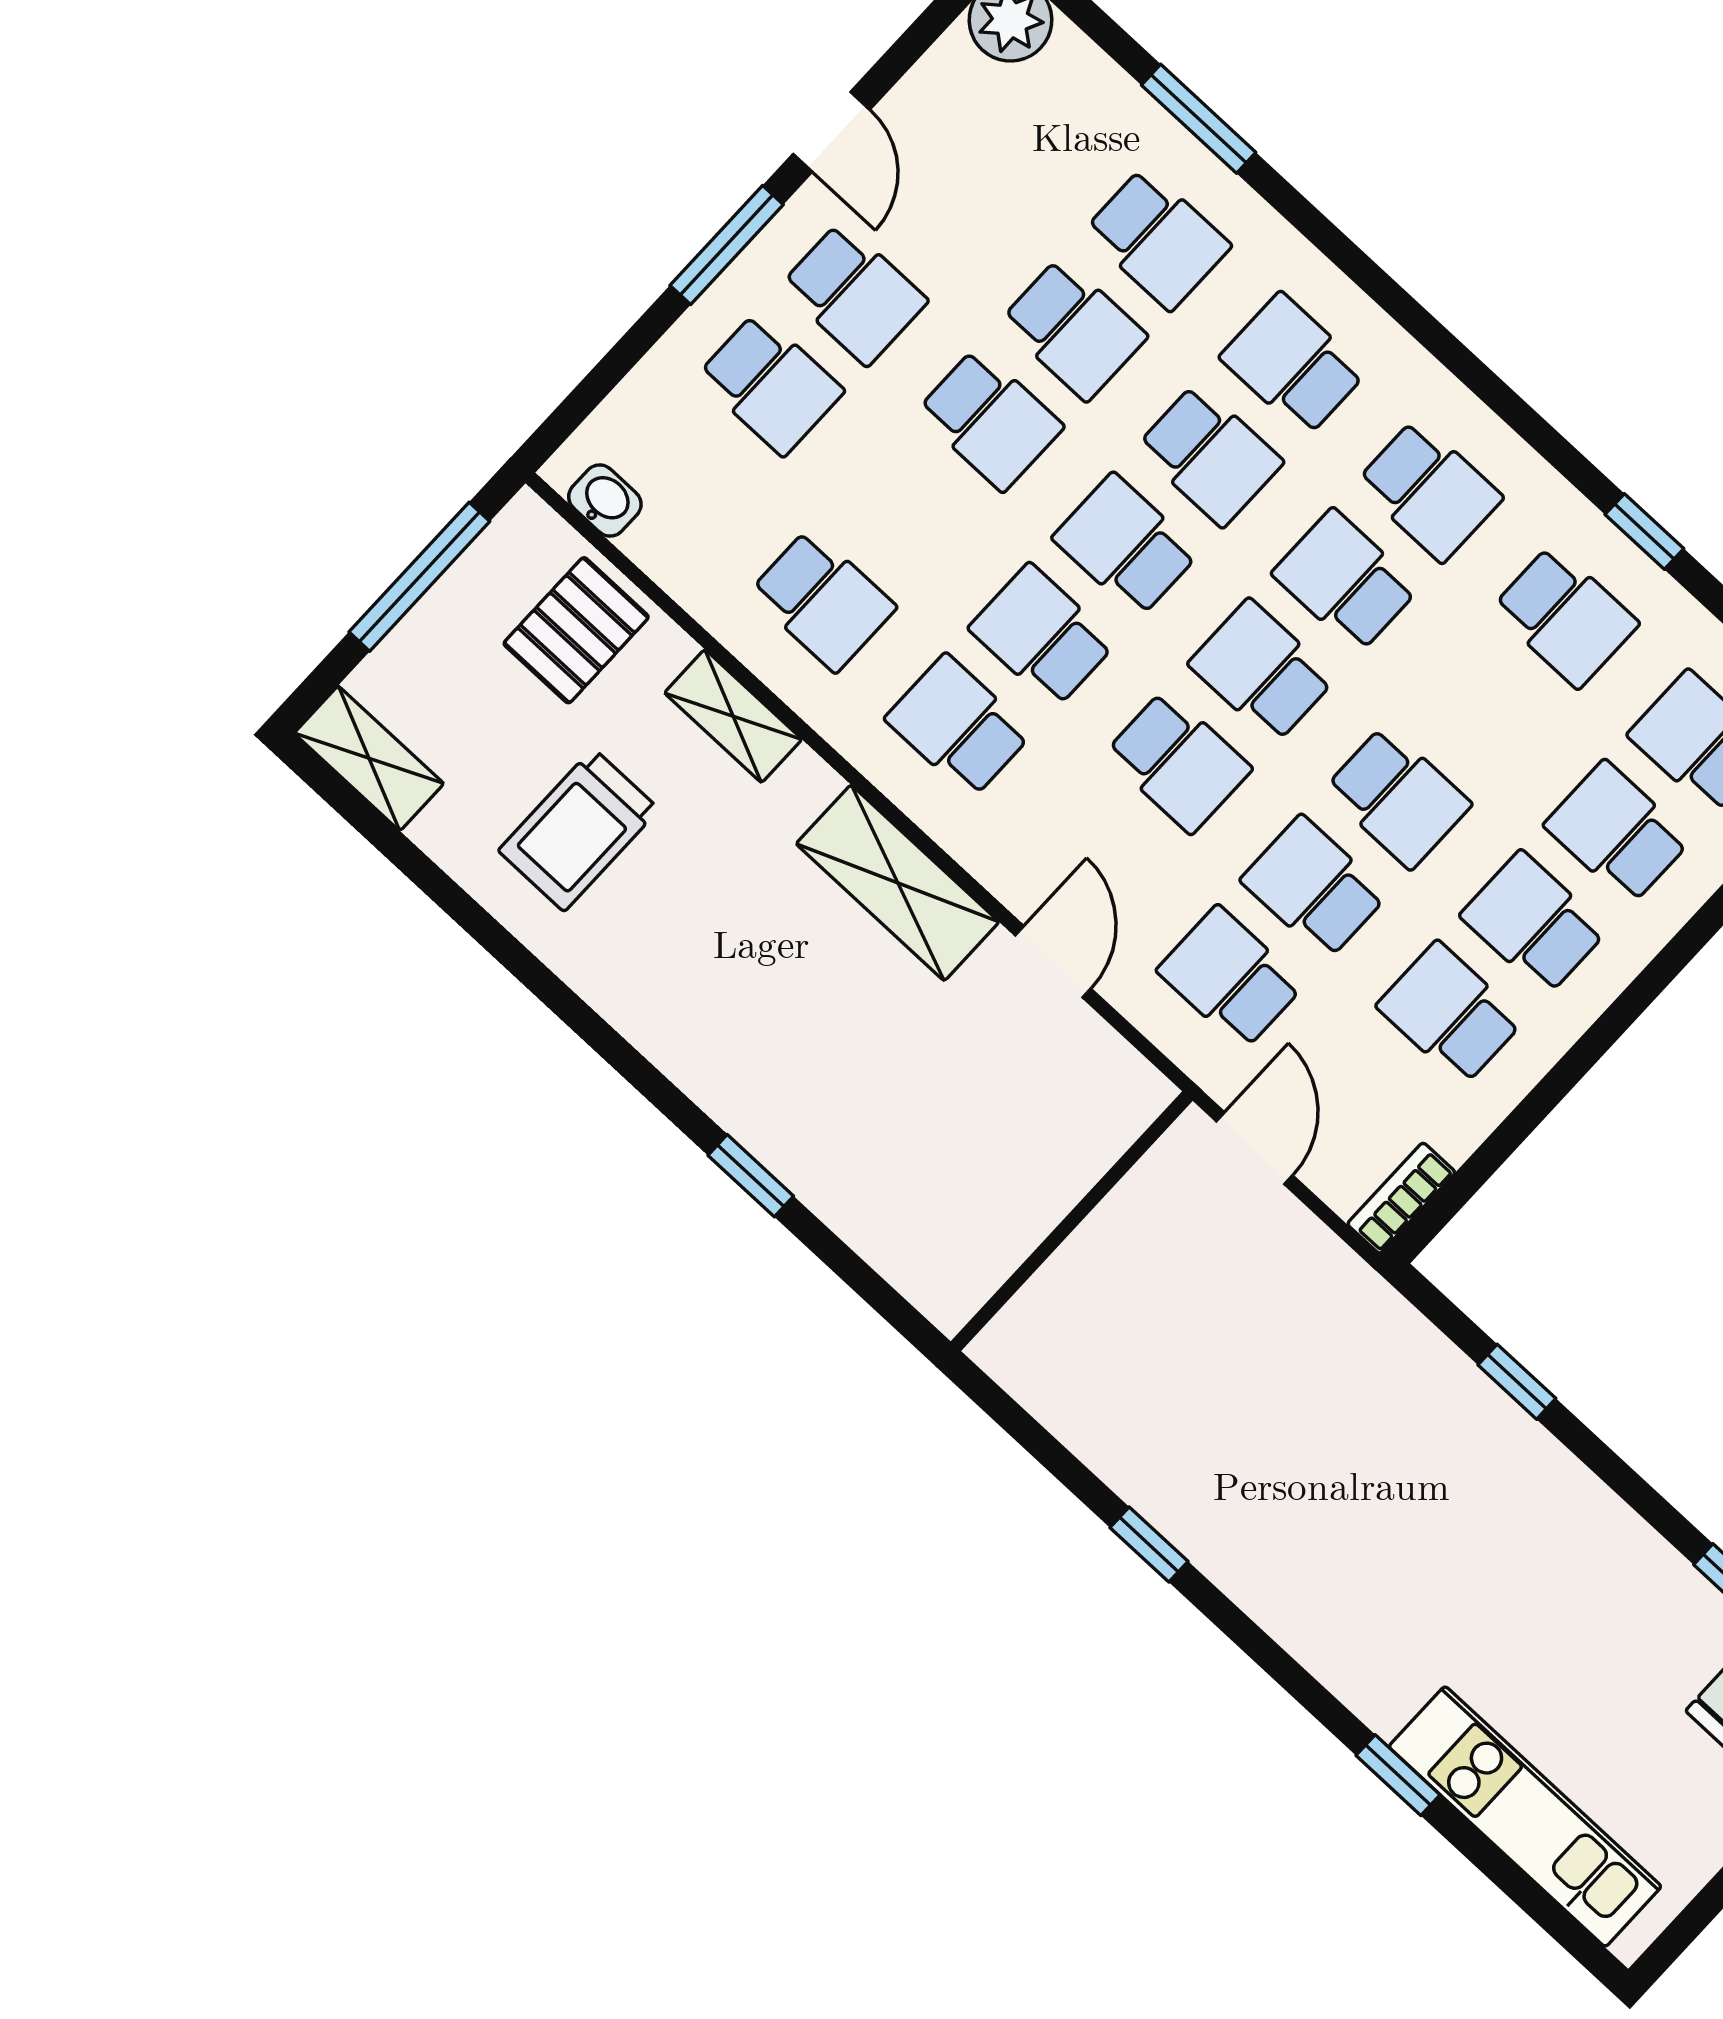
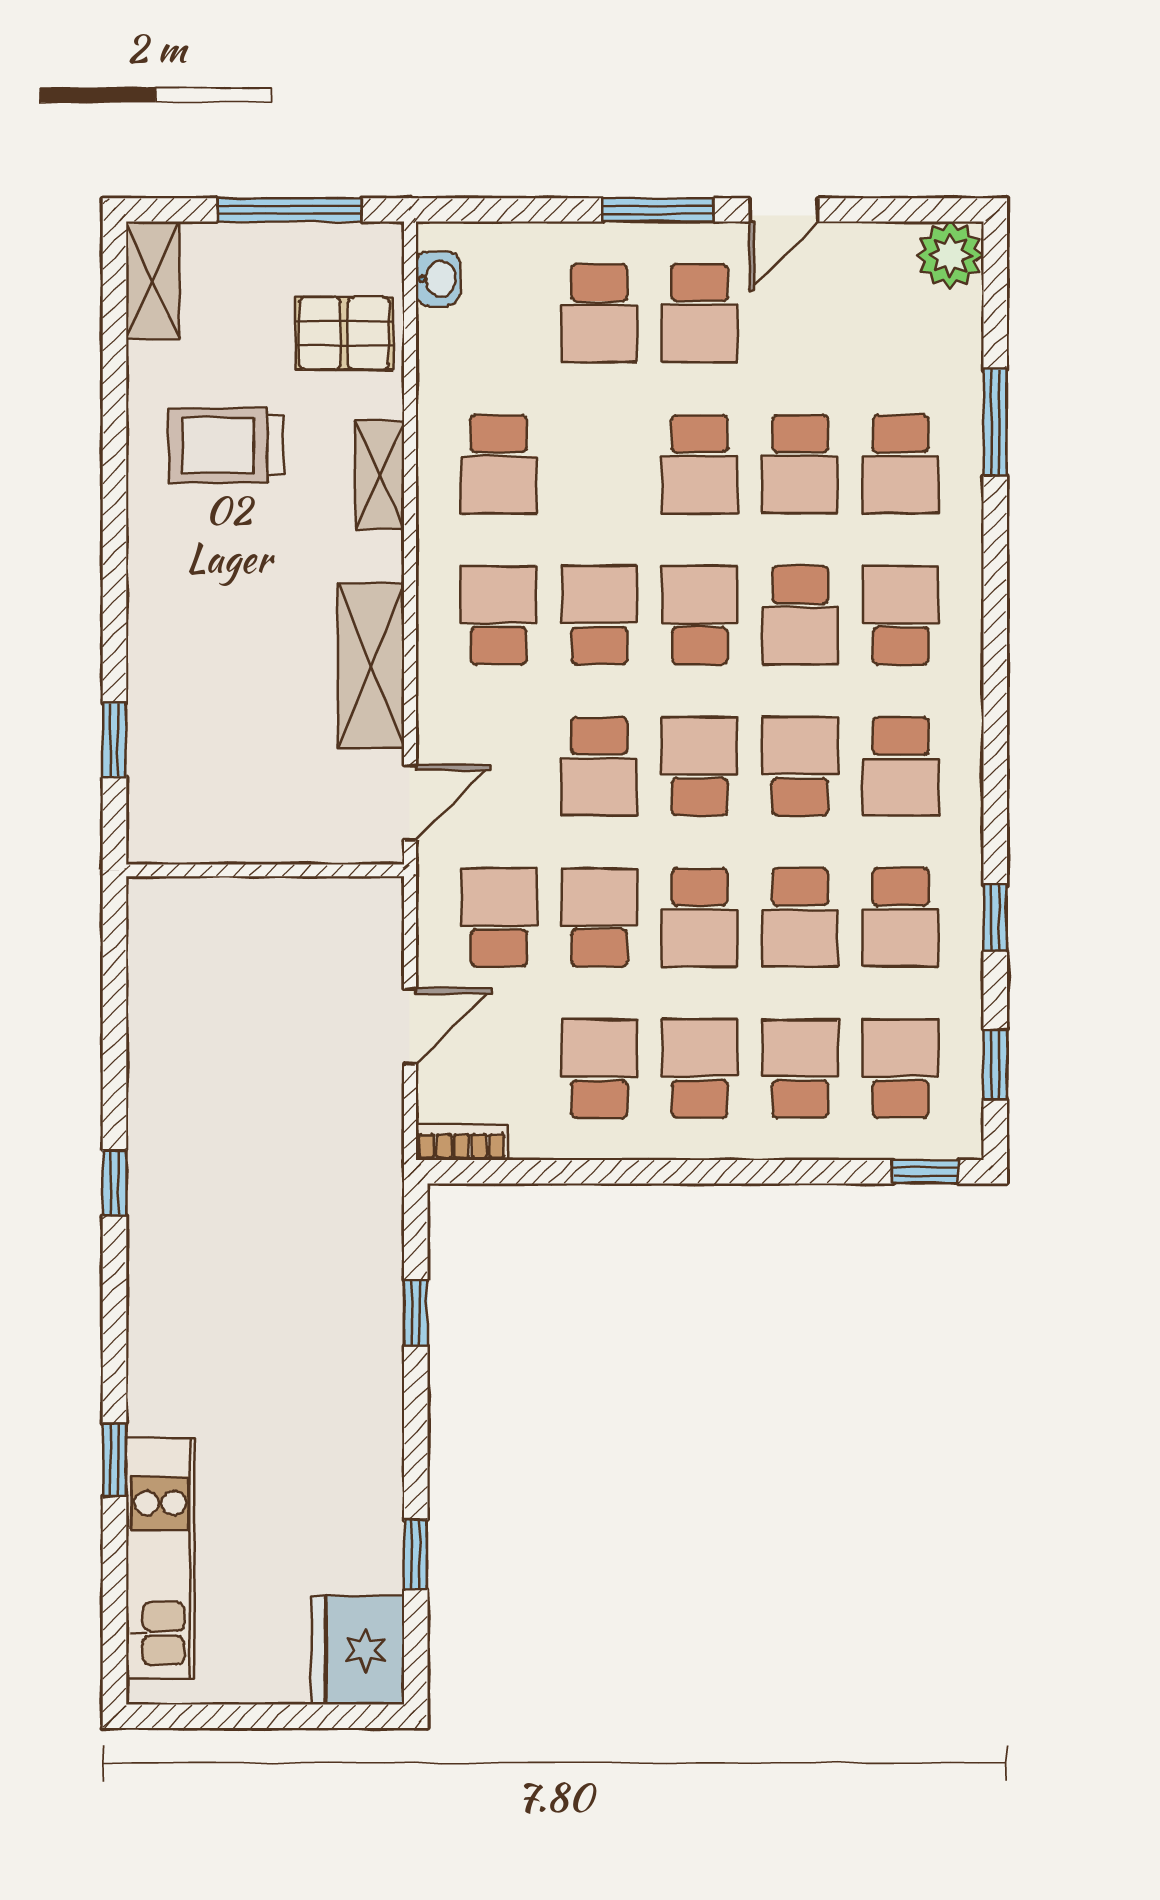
school desk: (1482, 707) -> (800, 917), added
wall: (1072, 1221) -> (265, 870), moved

